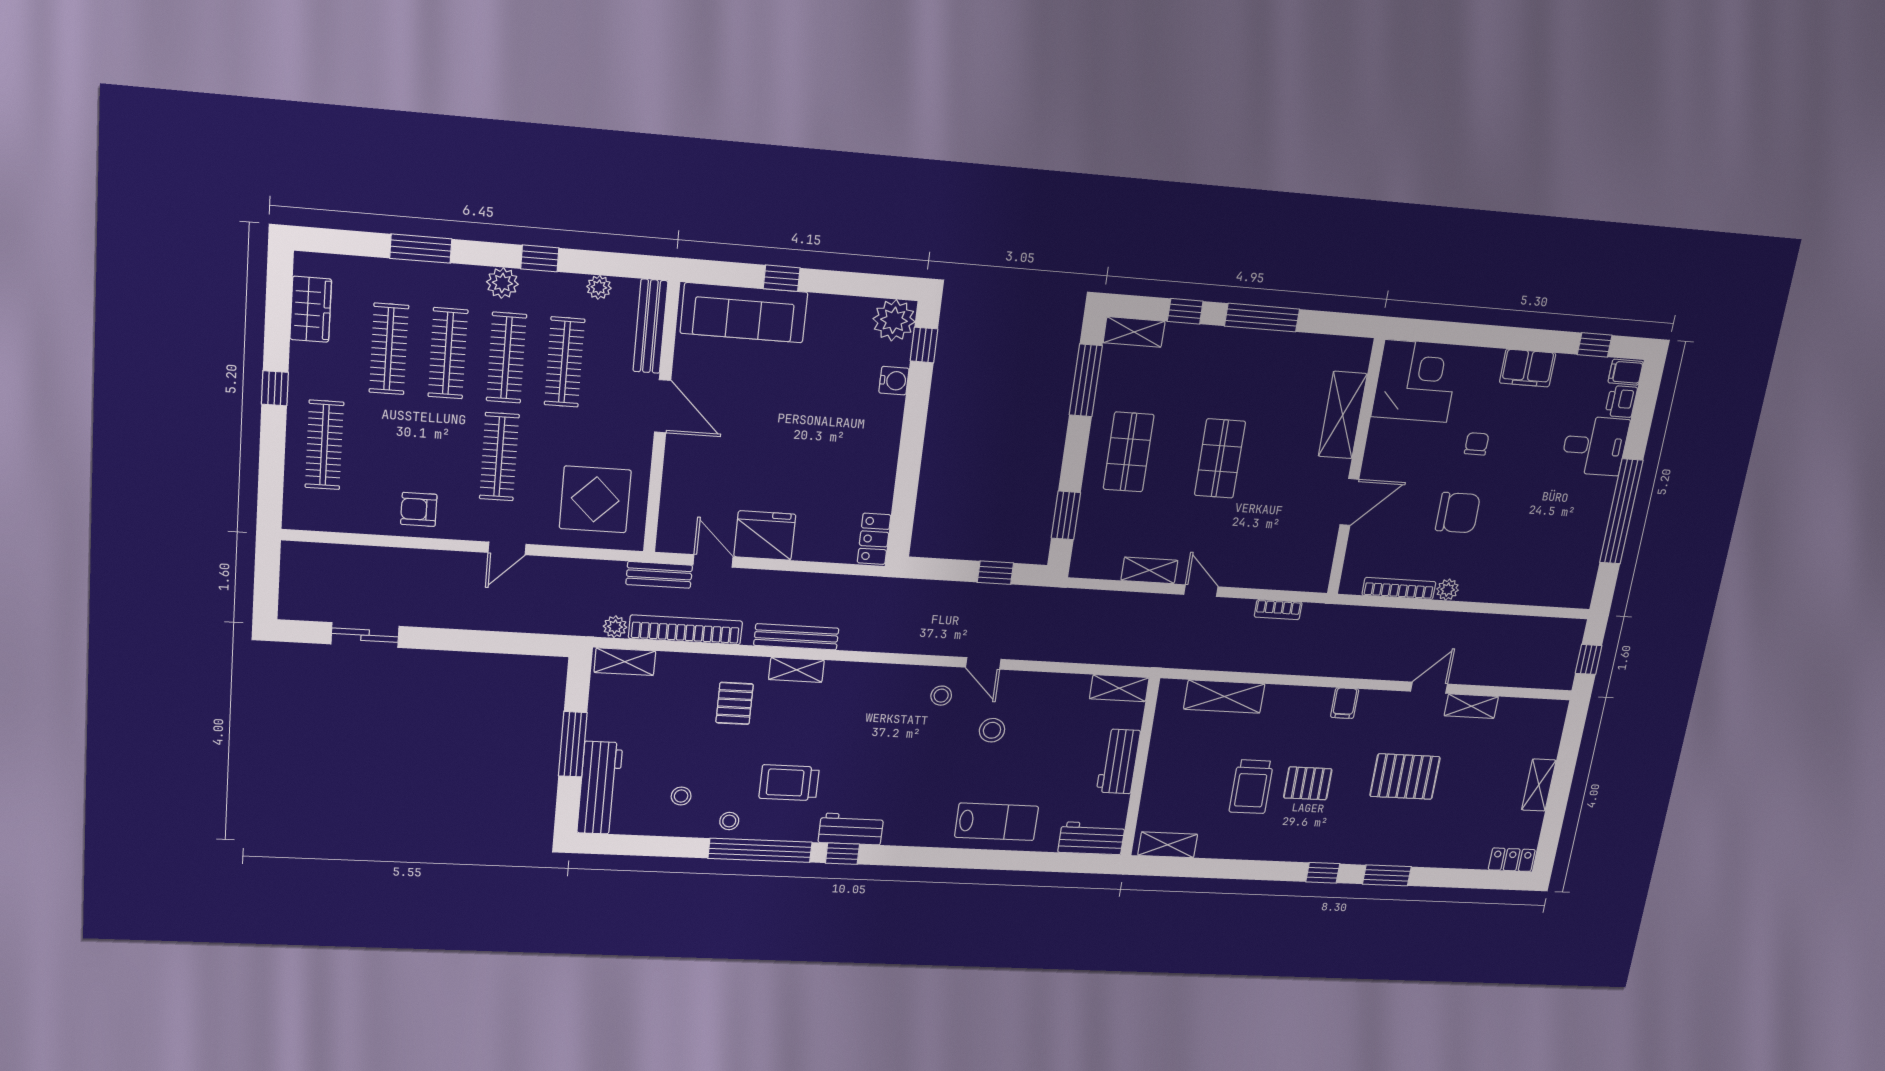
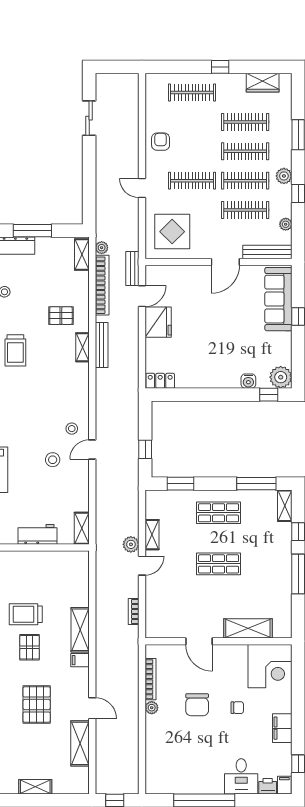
plant: (1161, 607) -> (131, 544), added
shelving: (1224, 697) -> (80, 630), moved
shelving: (1471, 706) -> (80, 743), width x1.50, depth x1.33
trolley: (789, 783) -> (15, 350), turned 180

